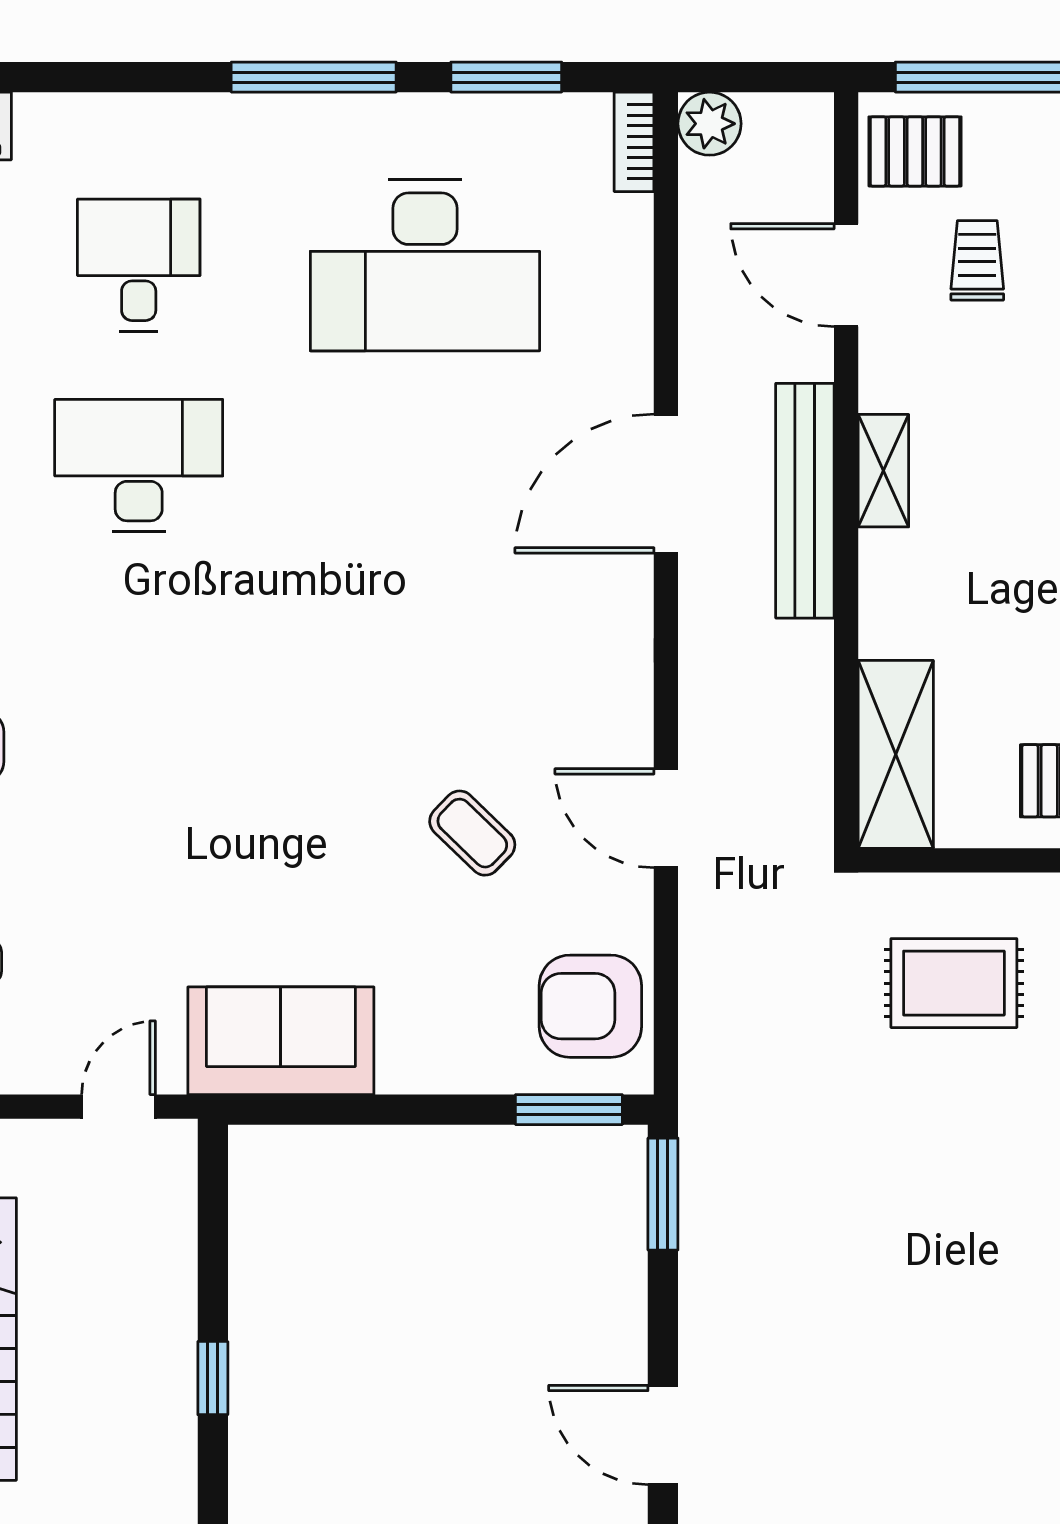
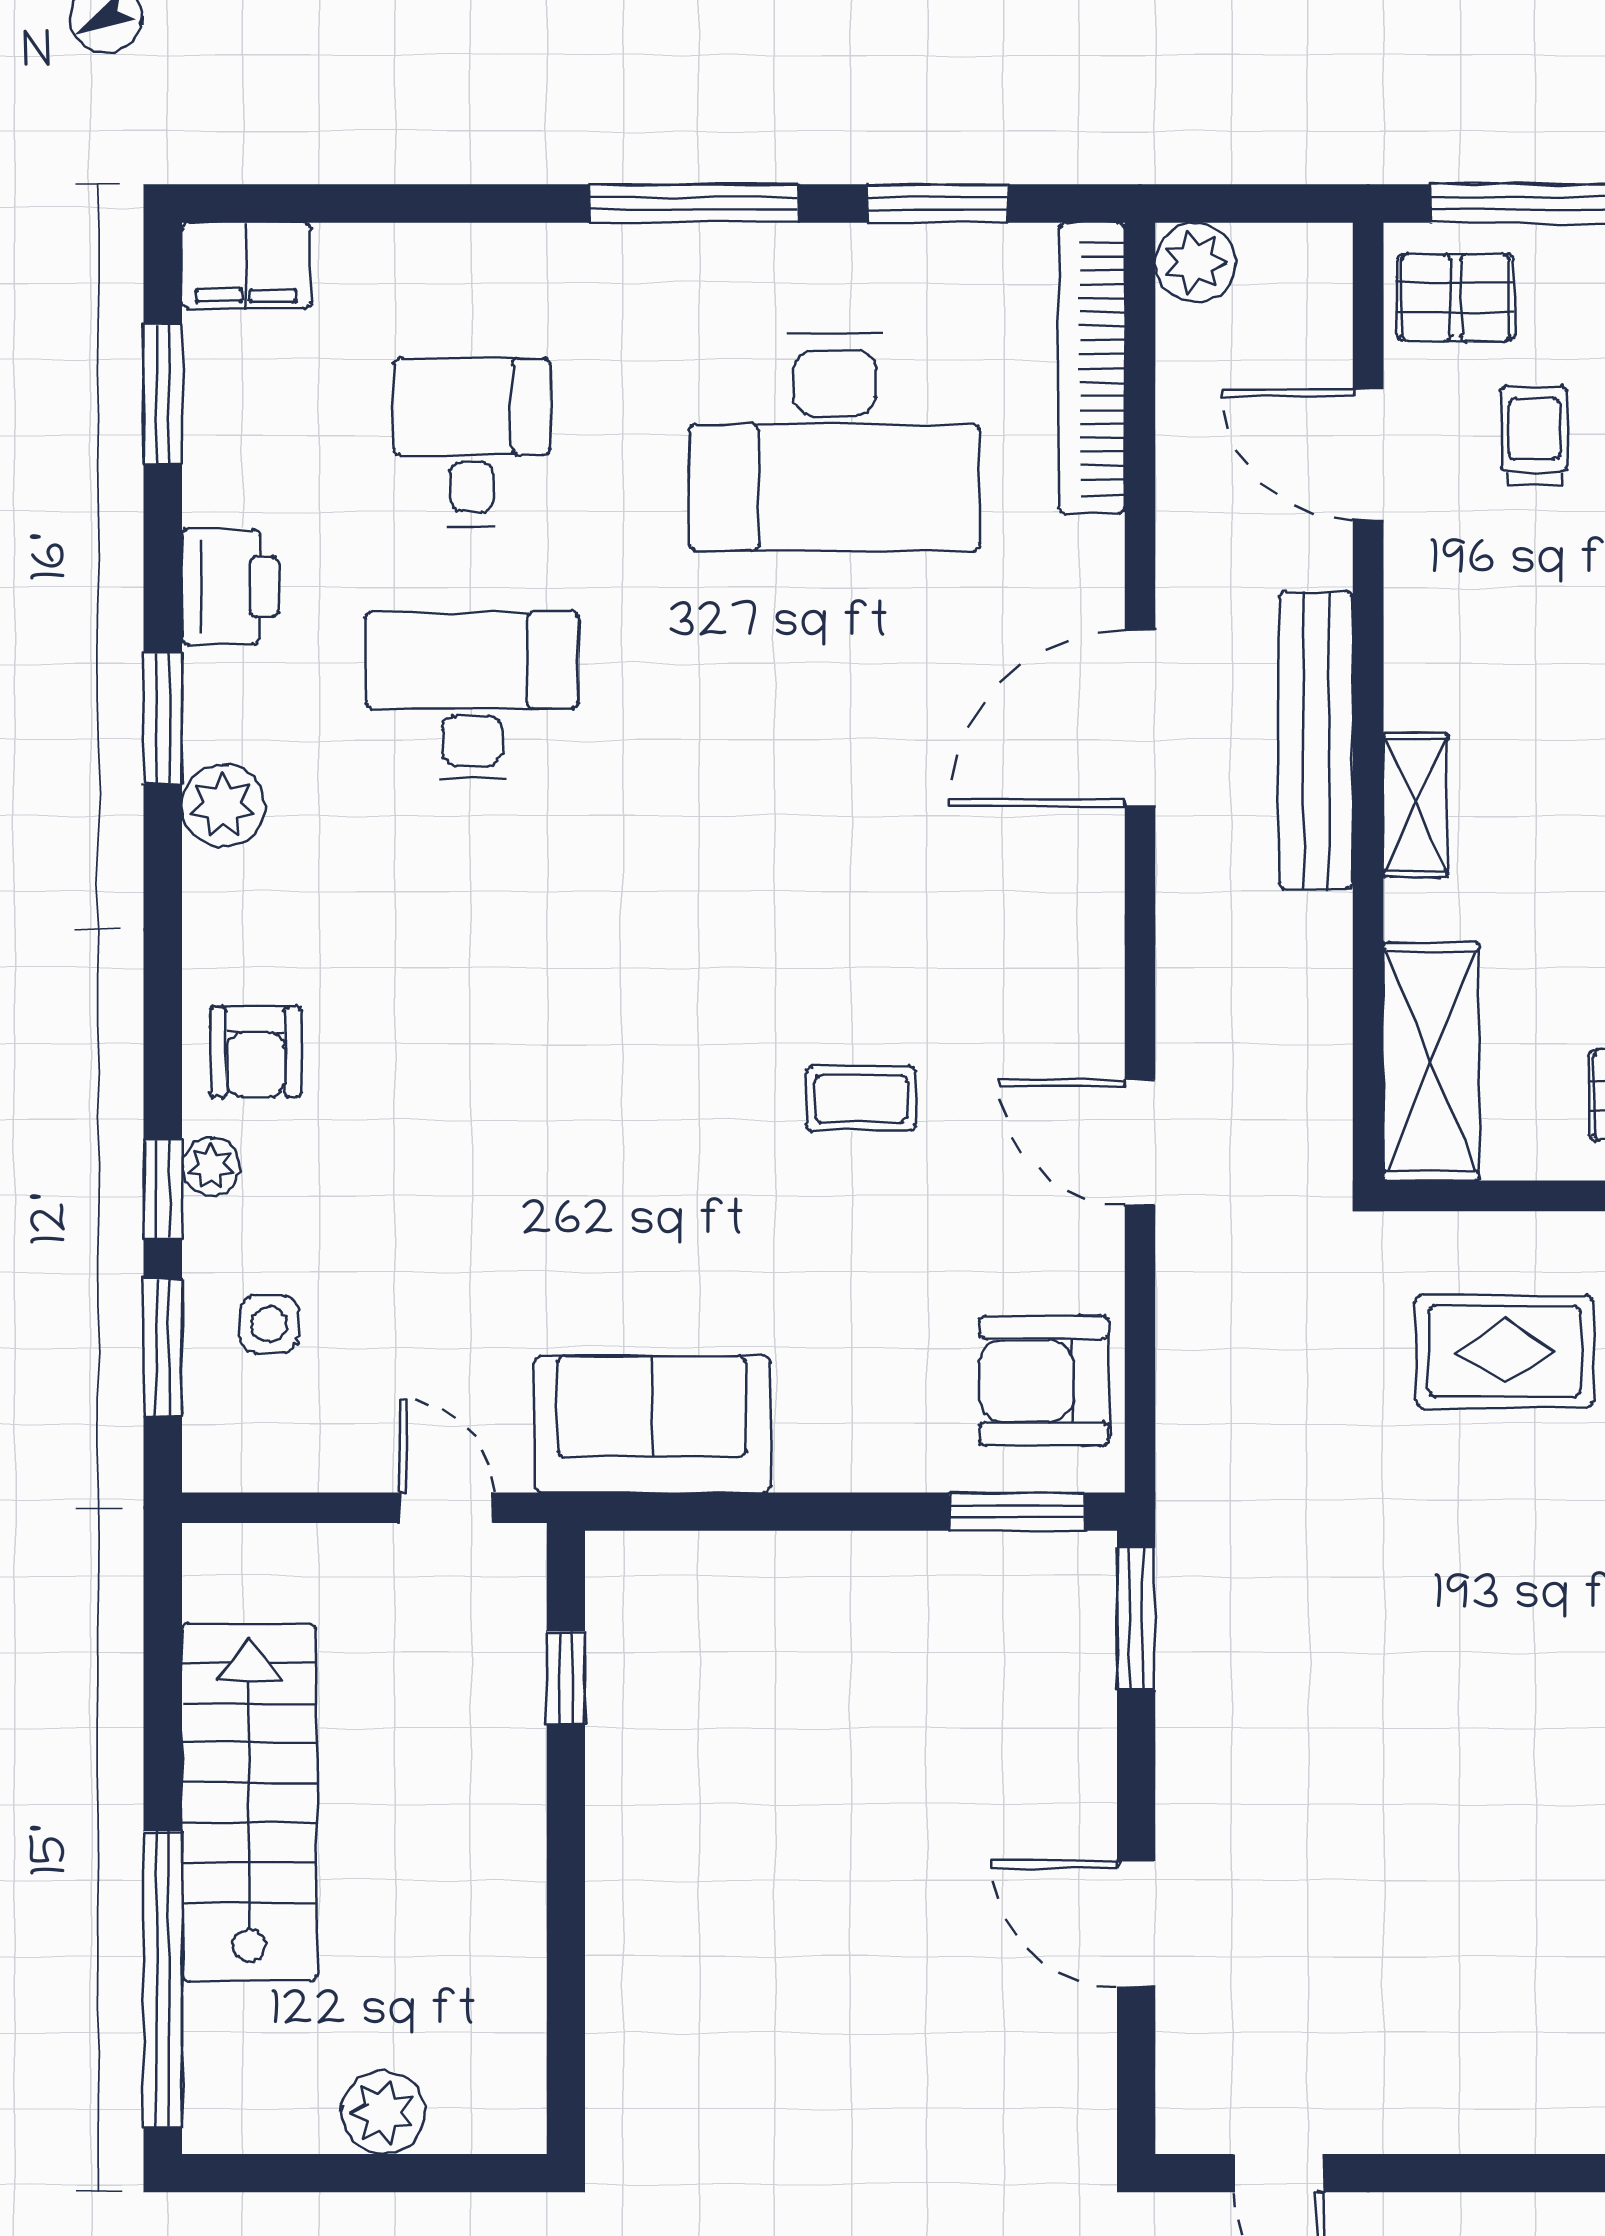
bookcase: (634, 142) -> (1092, 368), width x2.31, depth x1.31
shelving: (883, 471) -> (1415, 805), moved
coffee table: (472, 833) -> (861, 1098), moved, turned -44
door: (119, 1107) -> (446, 1508), hinge flipped
window: (213, 1378) -> (566, 1678), moved

